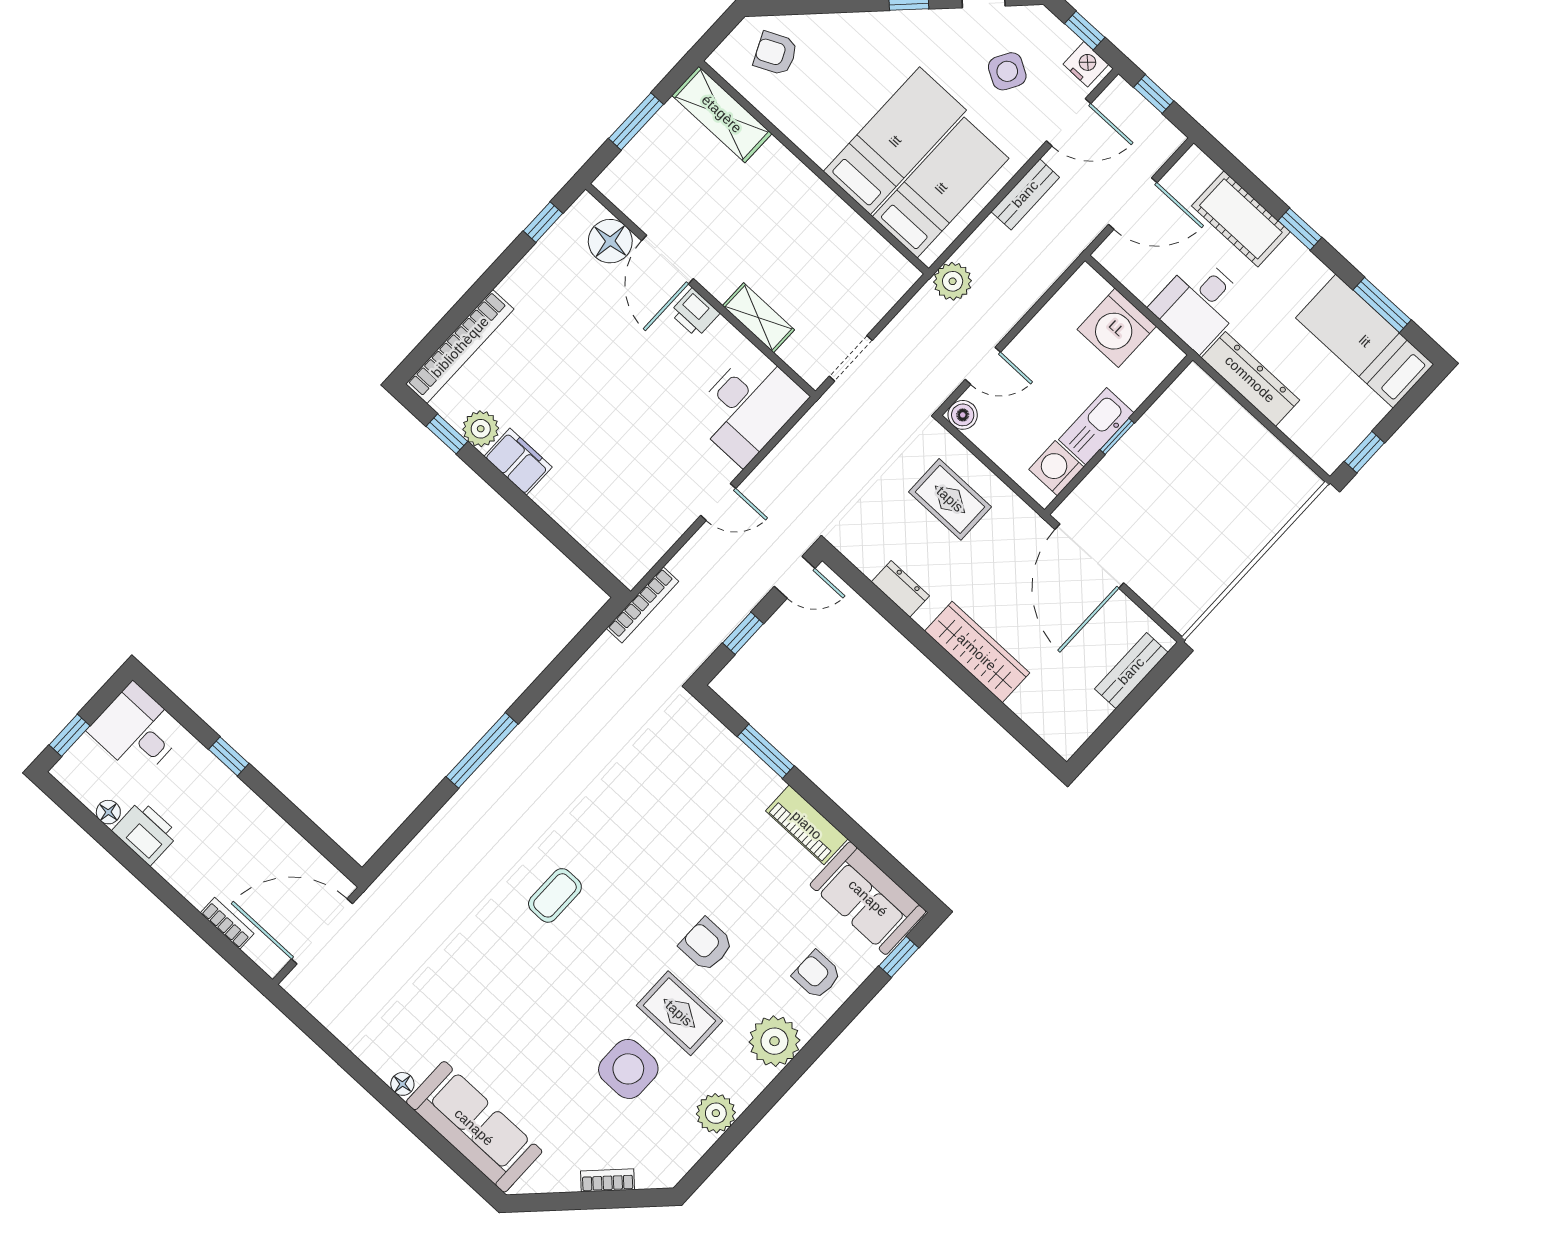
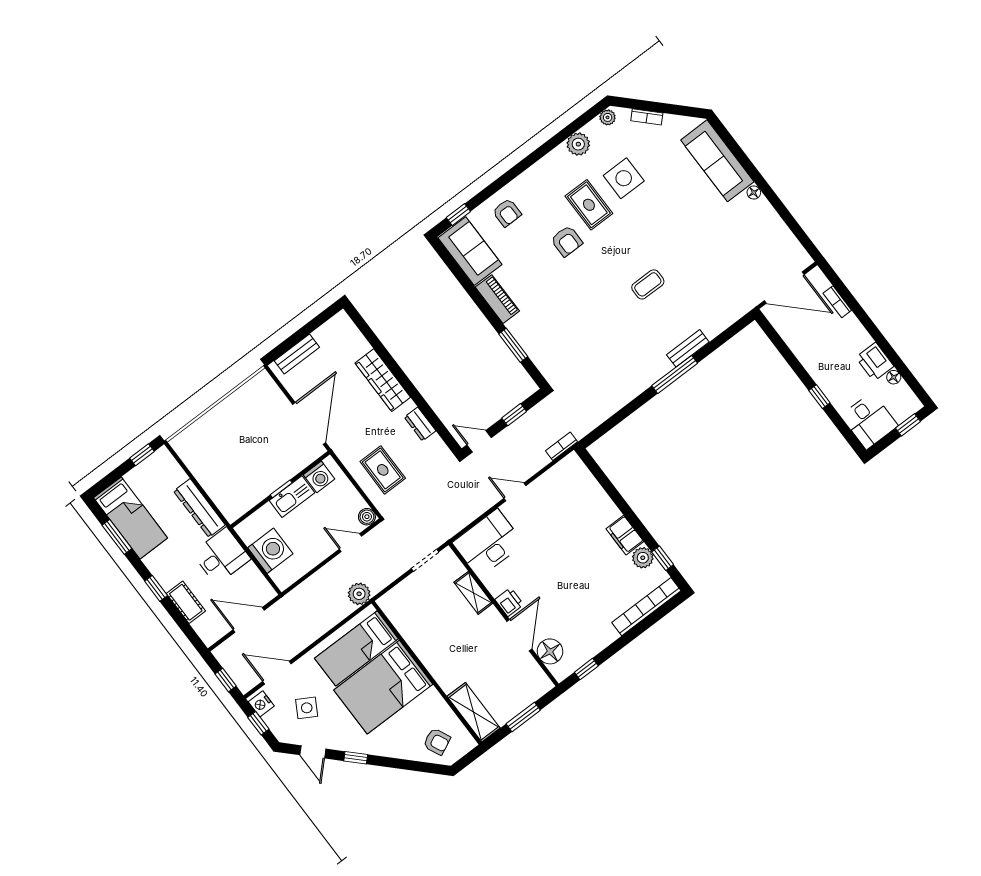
bed: (895, 141) -> (383, 687), width x1.50
bench: (1025, 194) -> (688, 348), moved
cot: (1241, 219) -> (186, 602), width x0.73, depth x0.75
bookcase: (642, 605) -> (562, 446), width x0.64
plant: (774, 1041) -> (608, 117), moved, width x0.53, depth x0.53

